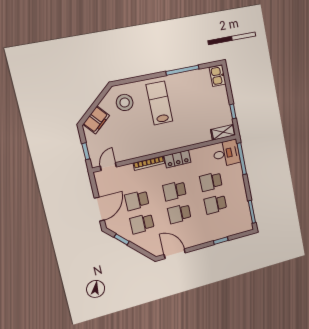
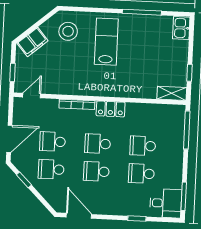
desk: (226, 153) -> (166, 203), moved

